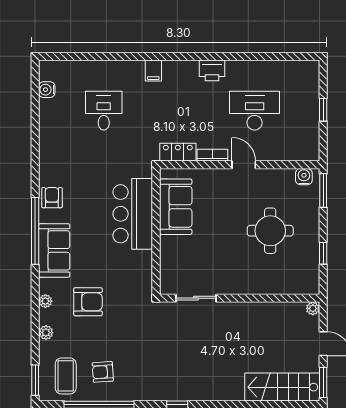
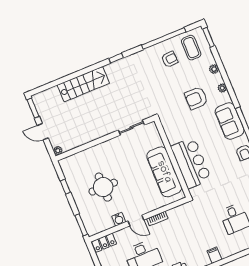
locker: (178, 152) -> (104, 243), moved
water cooler: (304, 177) -> (119, 219), moved
sofa: (176, 207) -> (164, 172), width x1.36
stairs: (282, 387) -> (83, 84), moved

